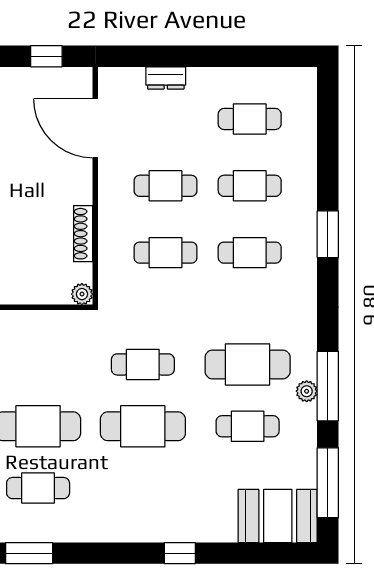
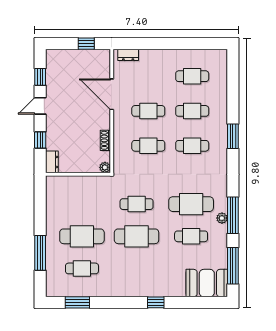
dresser: (166, 78) -> (128, 55), moved
door: (95, 128) -> (112, 94), moved
shoe rack: (83, 234) -> (105, 140), width x0.70

